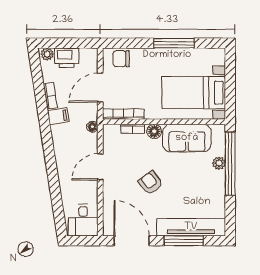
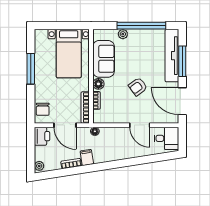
printer: (67, 58) -> (42, 136), moved
window: (230, 164) -> (141, 26), moved
door: (100, 167) -> (140, 125), moved
door: (132, 241) -> (182, 101), hinge flipped

